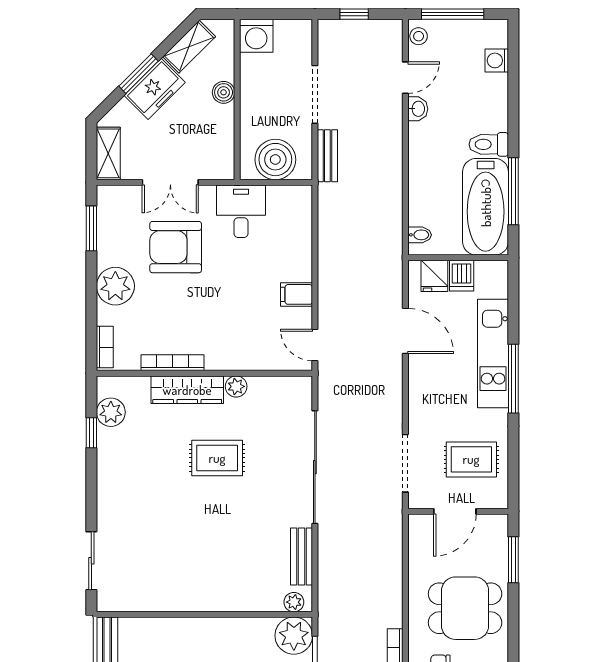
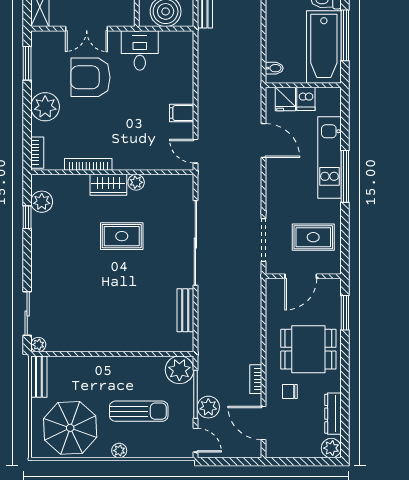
wardrobe: (187, 390) -> (108, 185), width x0.67
plant: (294, 602) -> (38, 345), moved

